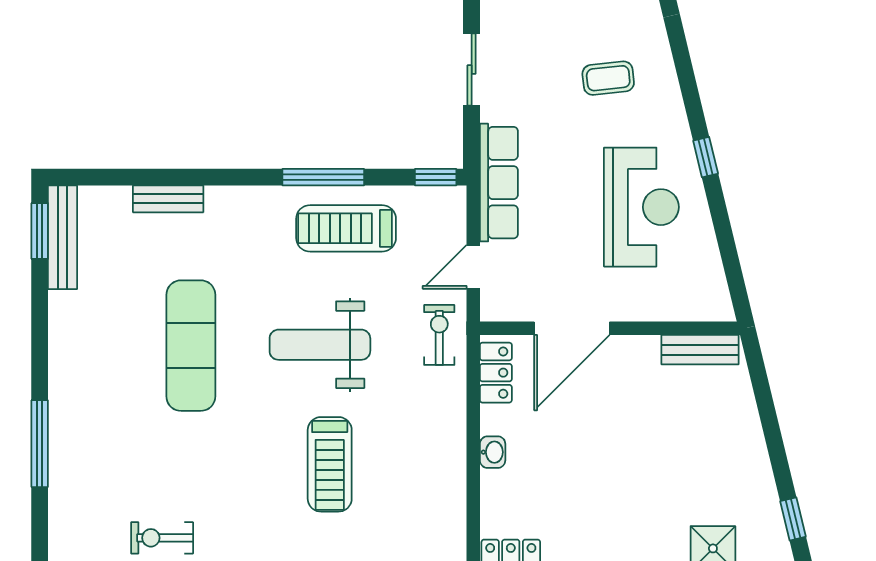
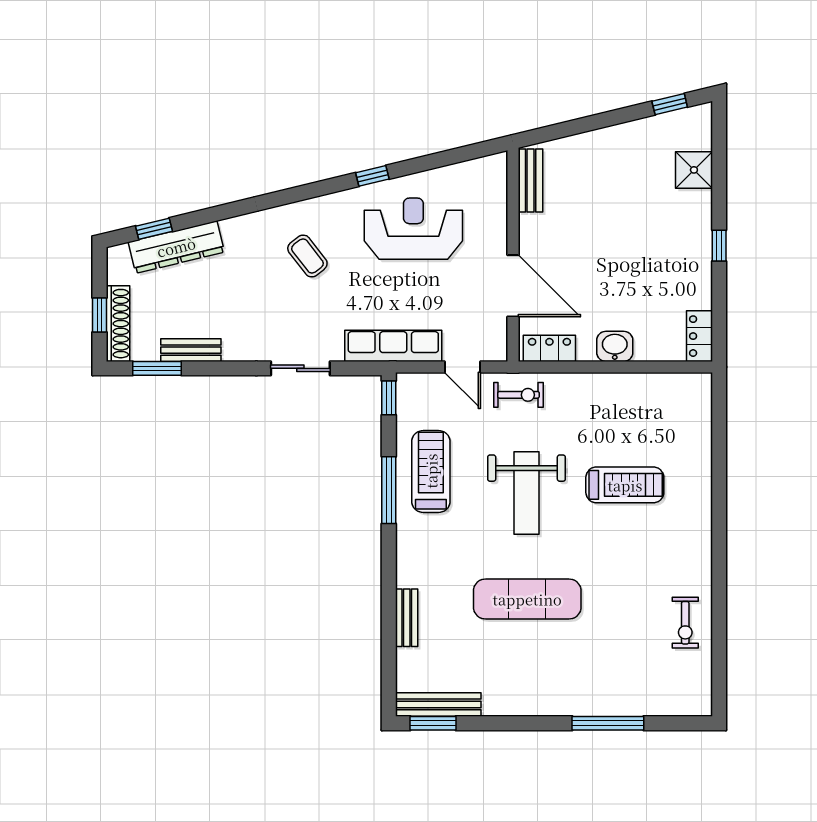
coffee table: (608, 78) -> (307, 256), turned -32
treadmill: (346, 228) -> (431, 471), turned 180
exercise bike: (439, 335) -> (519, 395), turned 180
washbasin: (493, 452) -> (615, 346), width x1.38, depth x1.45

